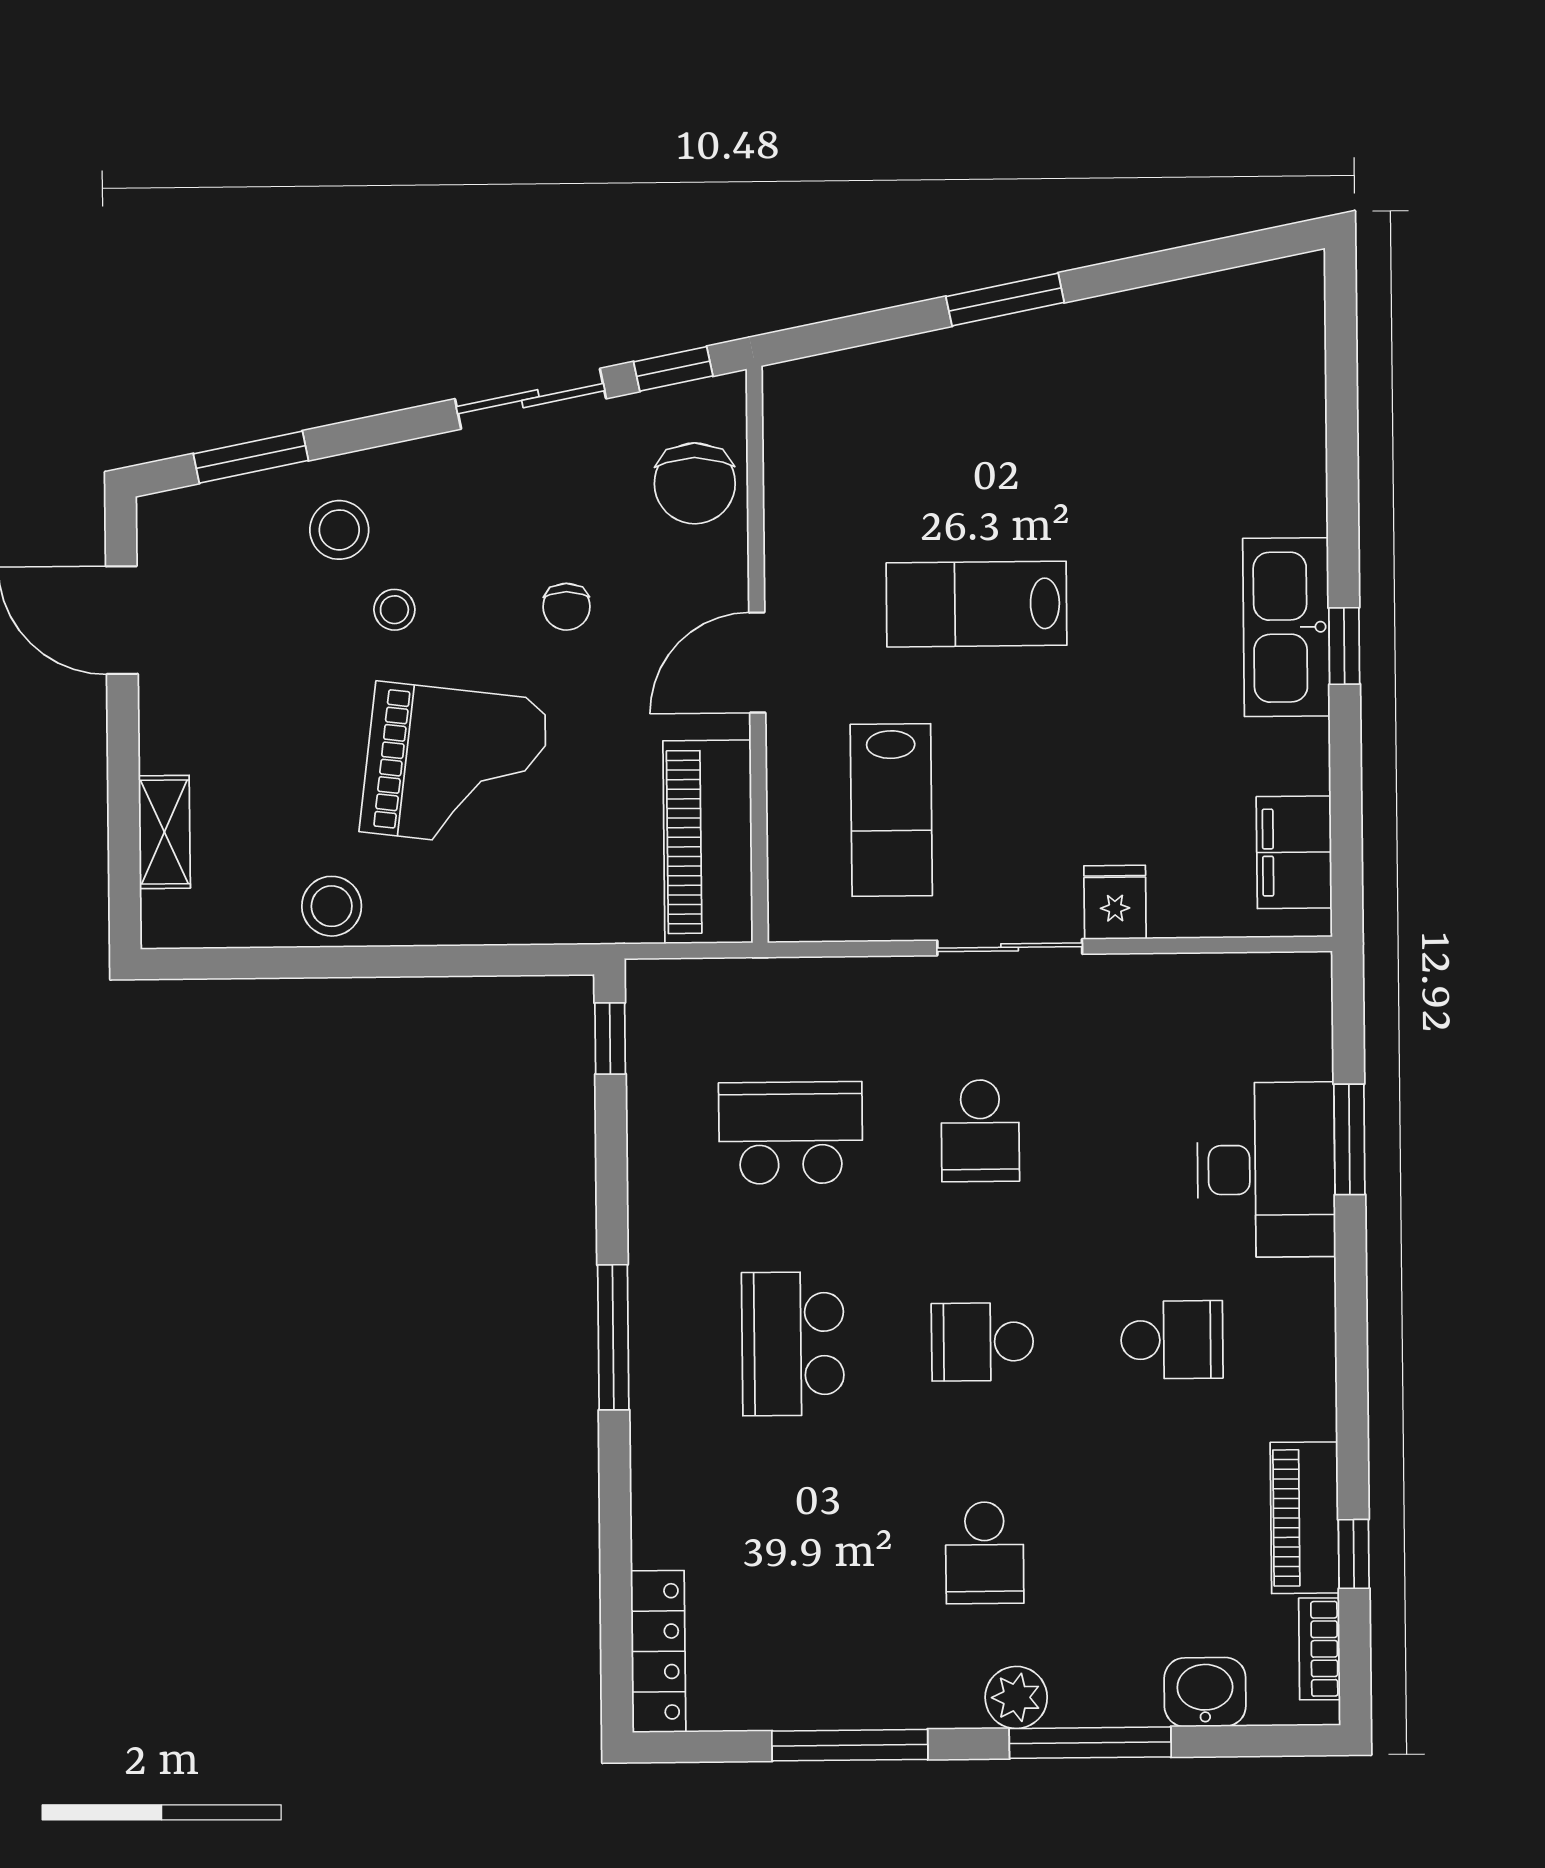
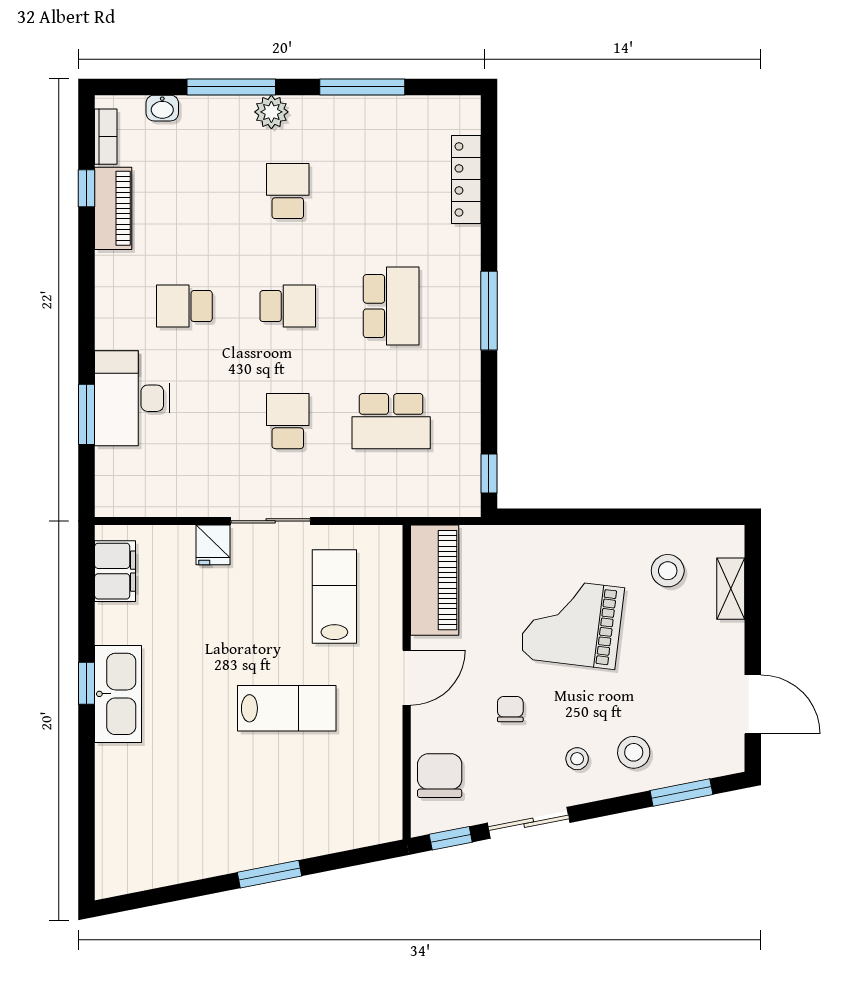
stool: (394, 610) -> (577, 759), moved
stool: (332, 906) -> (668, 571), moved
locker: (658, 1651) -> (466, 179), moved
washbasin: (1205, 1692) -> (162, 108), width x0.72, depth x0.69

